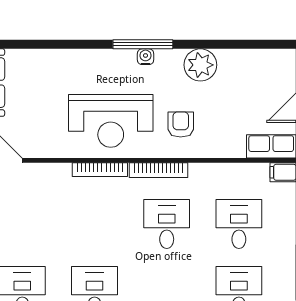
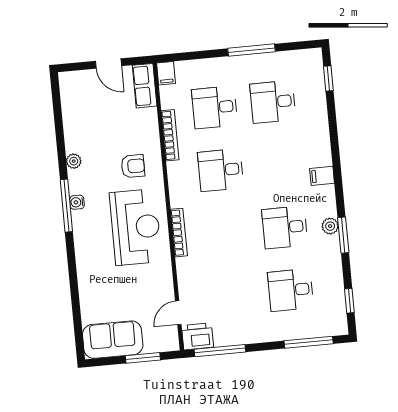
plant: (200, 65) -> (74, 161), width x0.53, depth x0.53
armchair: (181, 124) -> (133, 166), turned 180
bookcase: (158, 170) -> (170, 135), moved

